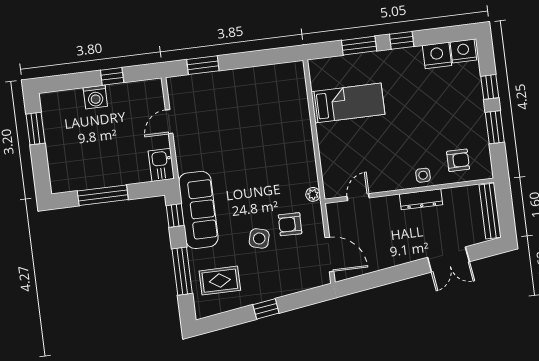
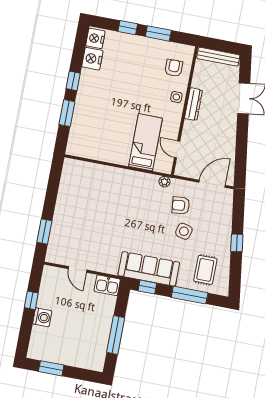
bed: (348, 103) -> (145, 142), moved
armchair: (290, 224) -> (181, 205), turned 84

